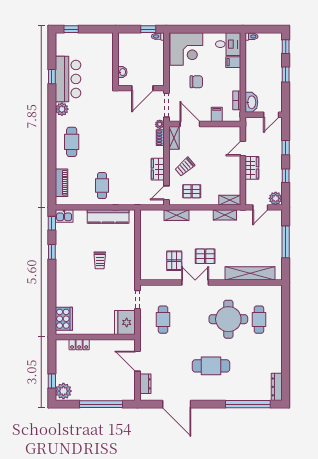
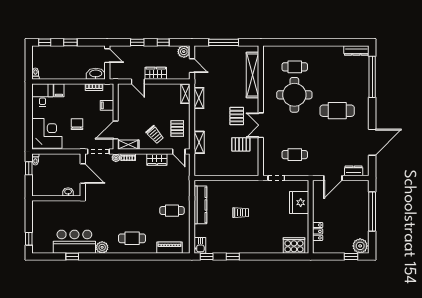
fridge: (125, 322) -> (299, 203), moved, turned 90
cafe table: (211, 366) -> (337, 111), turned 90

